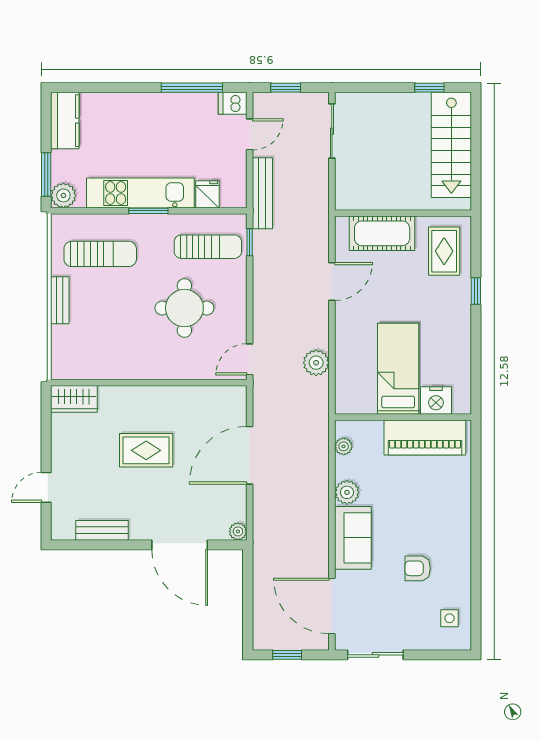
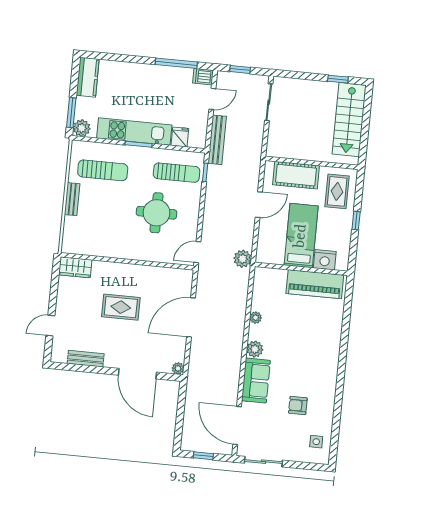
bed: (398, 369) -> (301, 236), moved
nightstand: (436, 400) -> (325, 260), moved
wall: (403, 417) -> (301, 269), moved
piano: (425, 438) -> (315, 284), moved

